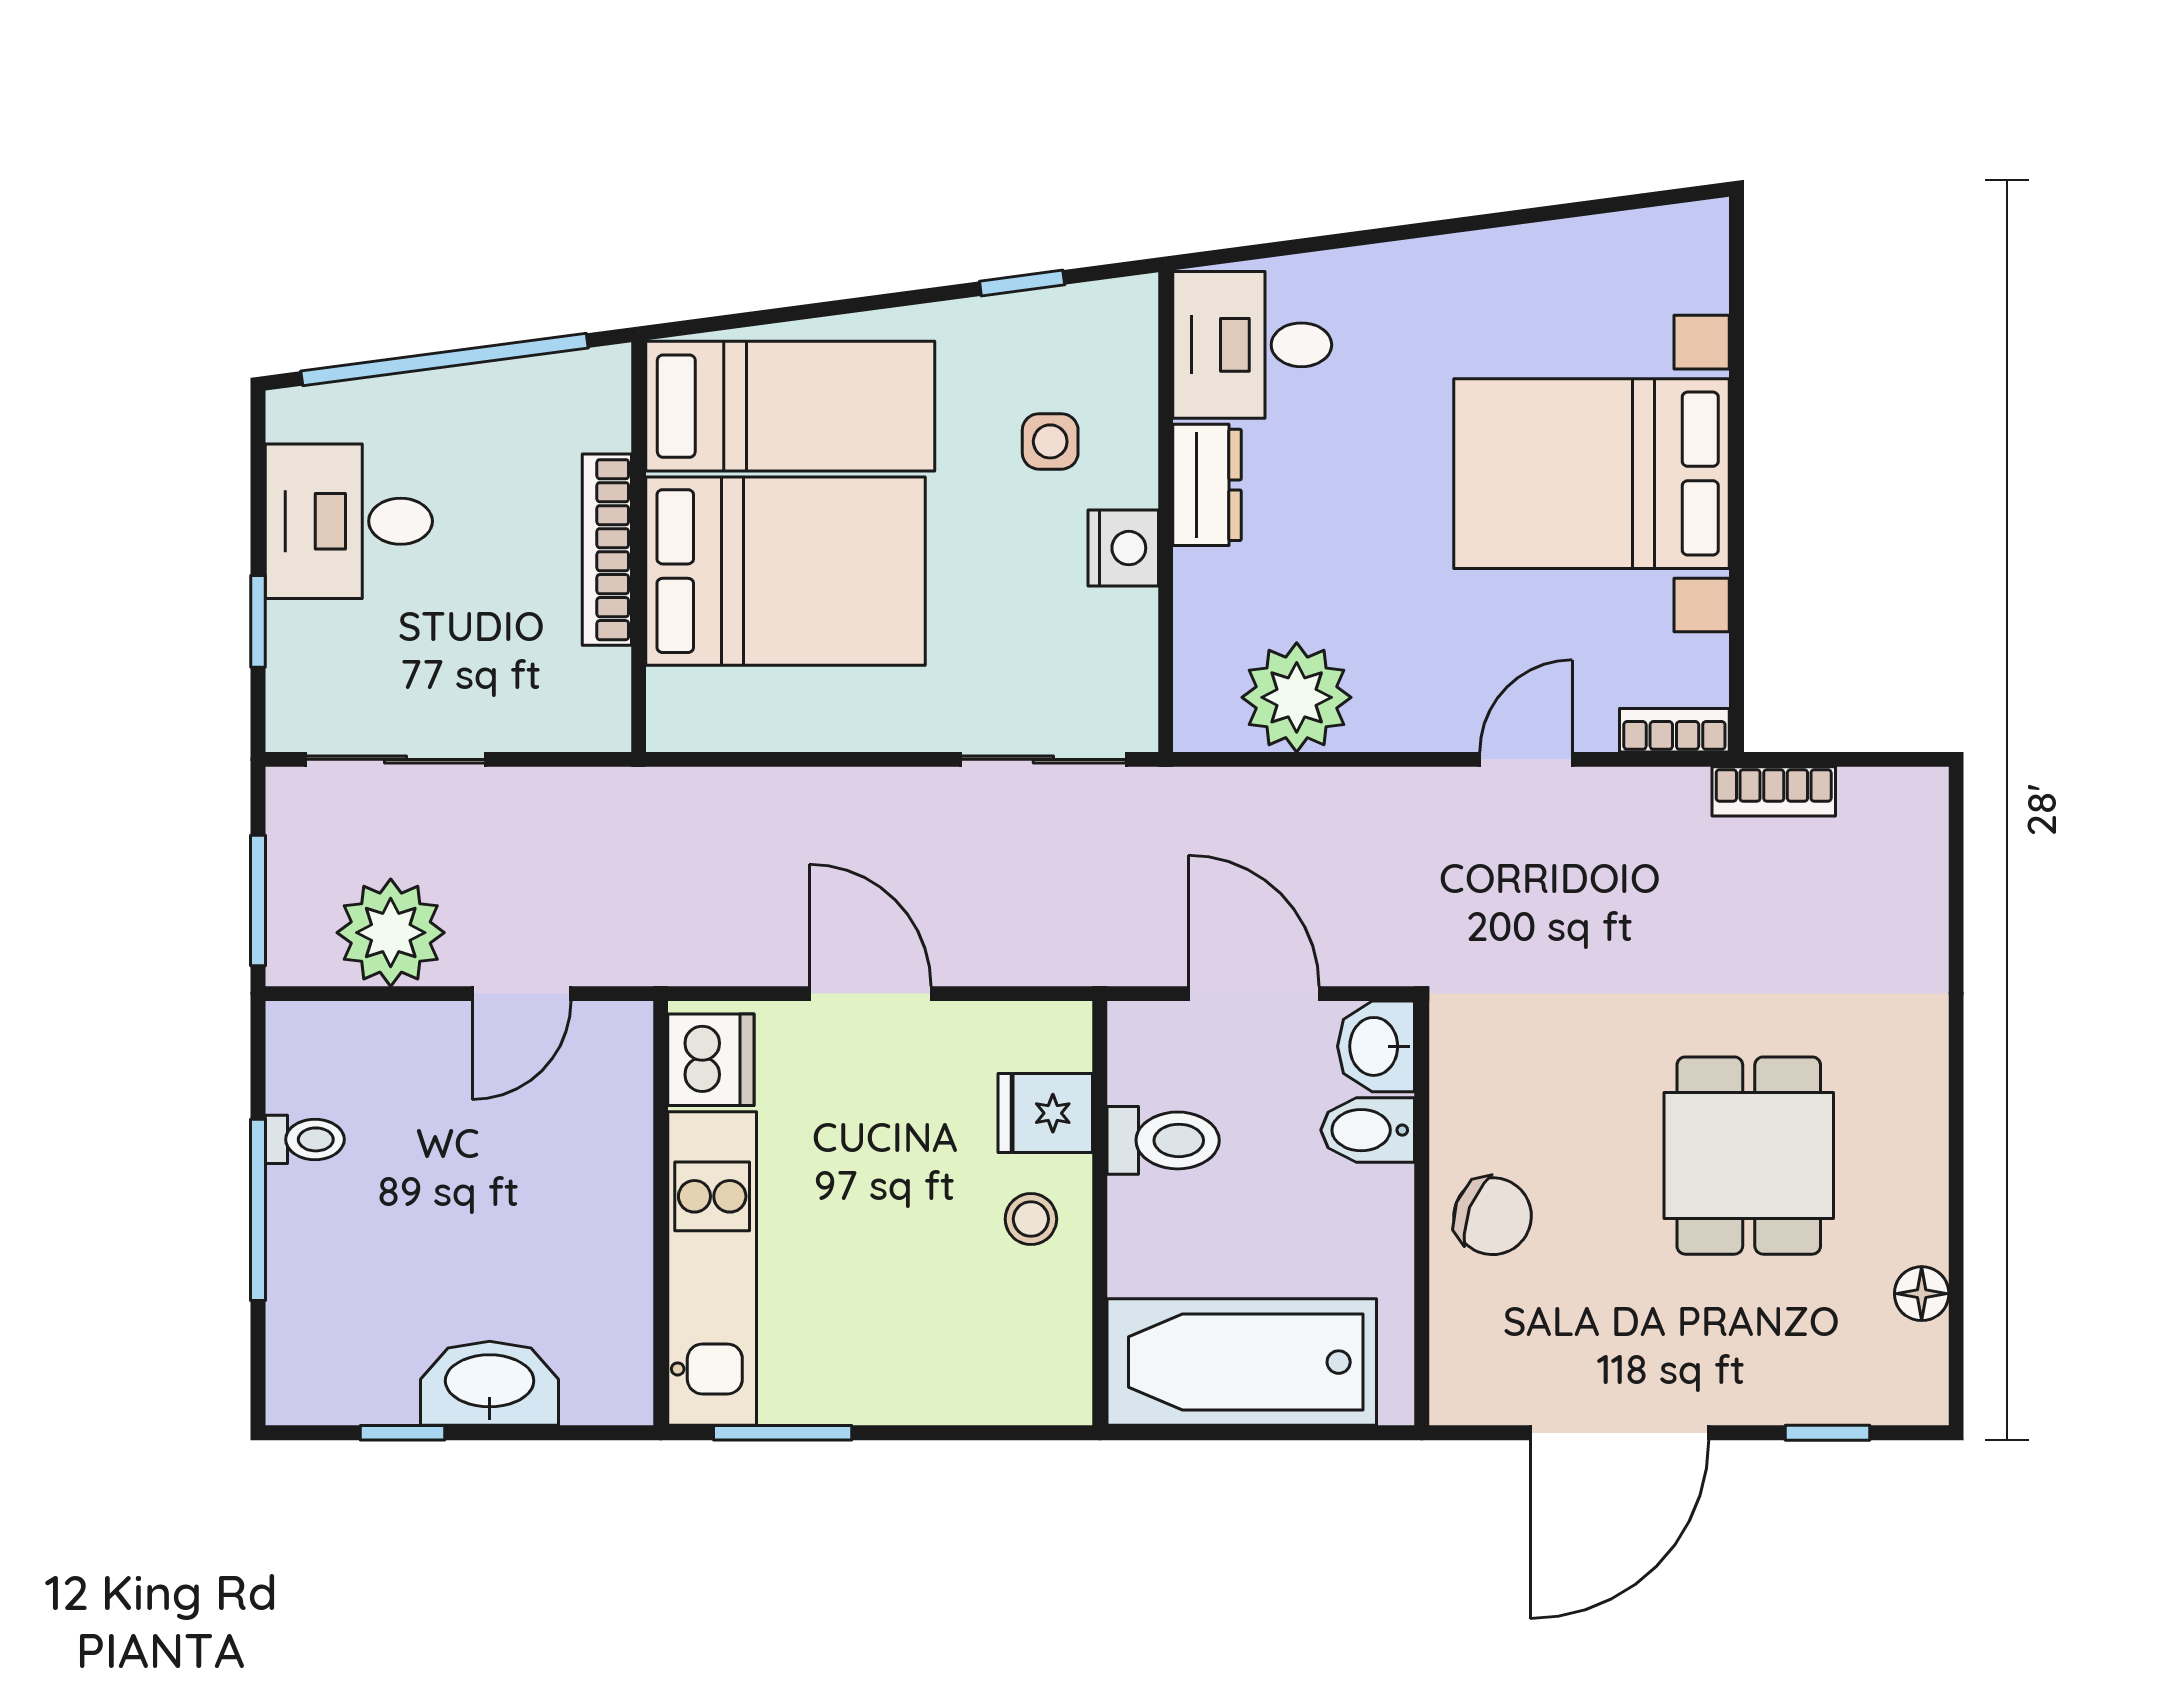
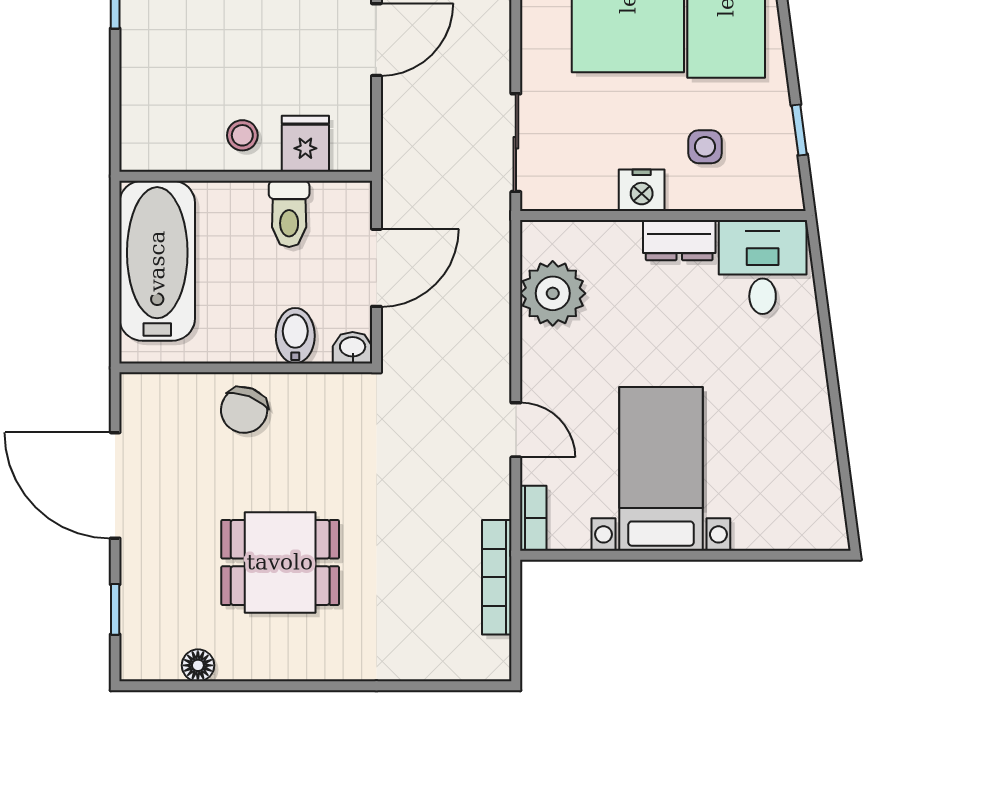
bed with nightstands: (1591, 474) -> (661, 469), width x0.73
bookcase: (1774, 791) -> (497, 577), width x1.56
washbasin: (1376, 1046) -> (353, 348), width x0.72, depth x0.69

